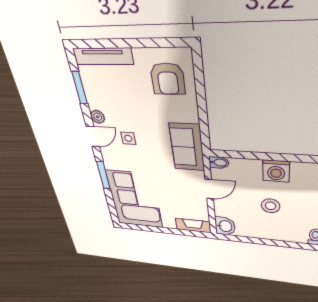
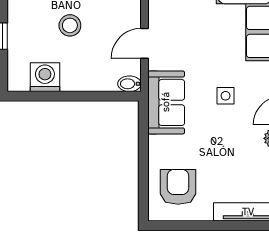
side table: (128, 138) -> (226, 96), moved
washing machine: (276, 171) -> (45, 77), moved

